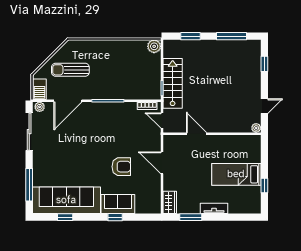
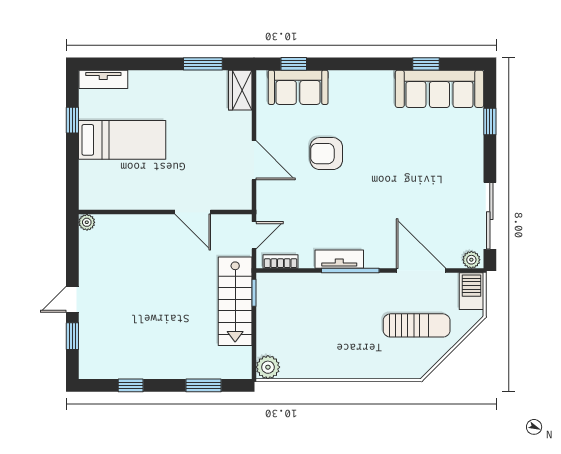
window: (232, 36) -> (131, 385), width x0.46
door: (68, 101) -> (421, 271), hinge flipped
door: (264, 106) -> (72, 299), moved
tv unit: (114, 107) -> (339, 259), added
door: (162, 121) -> (254, 235), hinge flipped
window: (29, 185) -> (490, 122), width x0.46
sofa: (66, 200) -> (439, 89), width x0.74, depth x0.79
sofa: (118, 204) -> (298, 87), moved
tv unit: (214, 208) -> (103, 79), moved
window: (115, 217) -> (294, 64), moved

